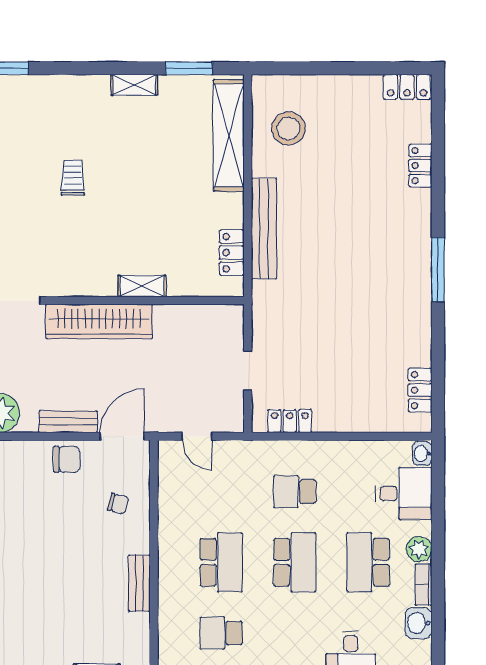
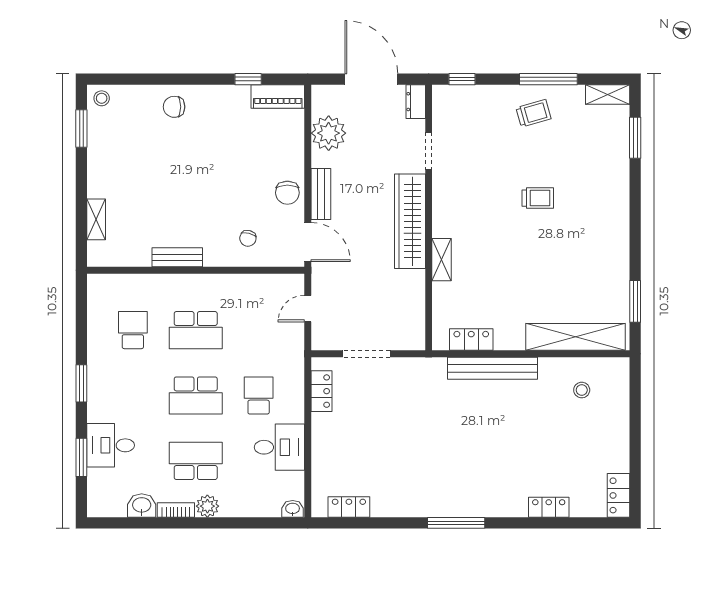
shelving: (134, 85) -> (620, 253), removed
stool: (289, 128) -> (582, 390), width x0.53, depth x0.53
doorway: (248, 370) -> (366, 354), width x1.38
desk: (404, 493) -> (279, 447), moved, turned -90

